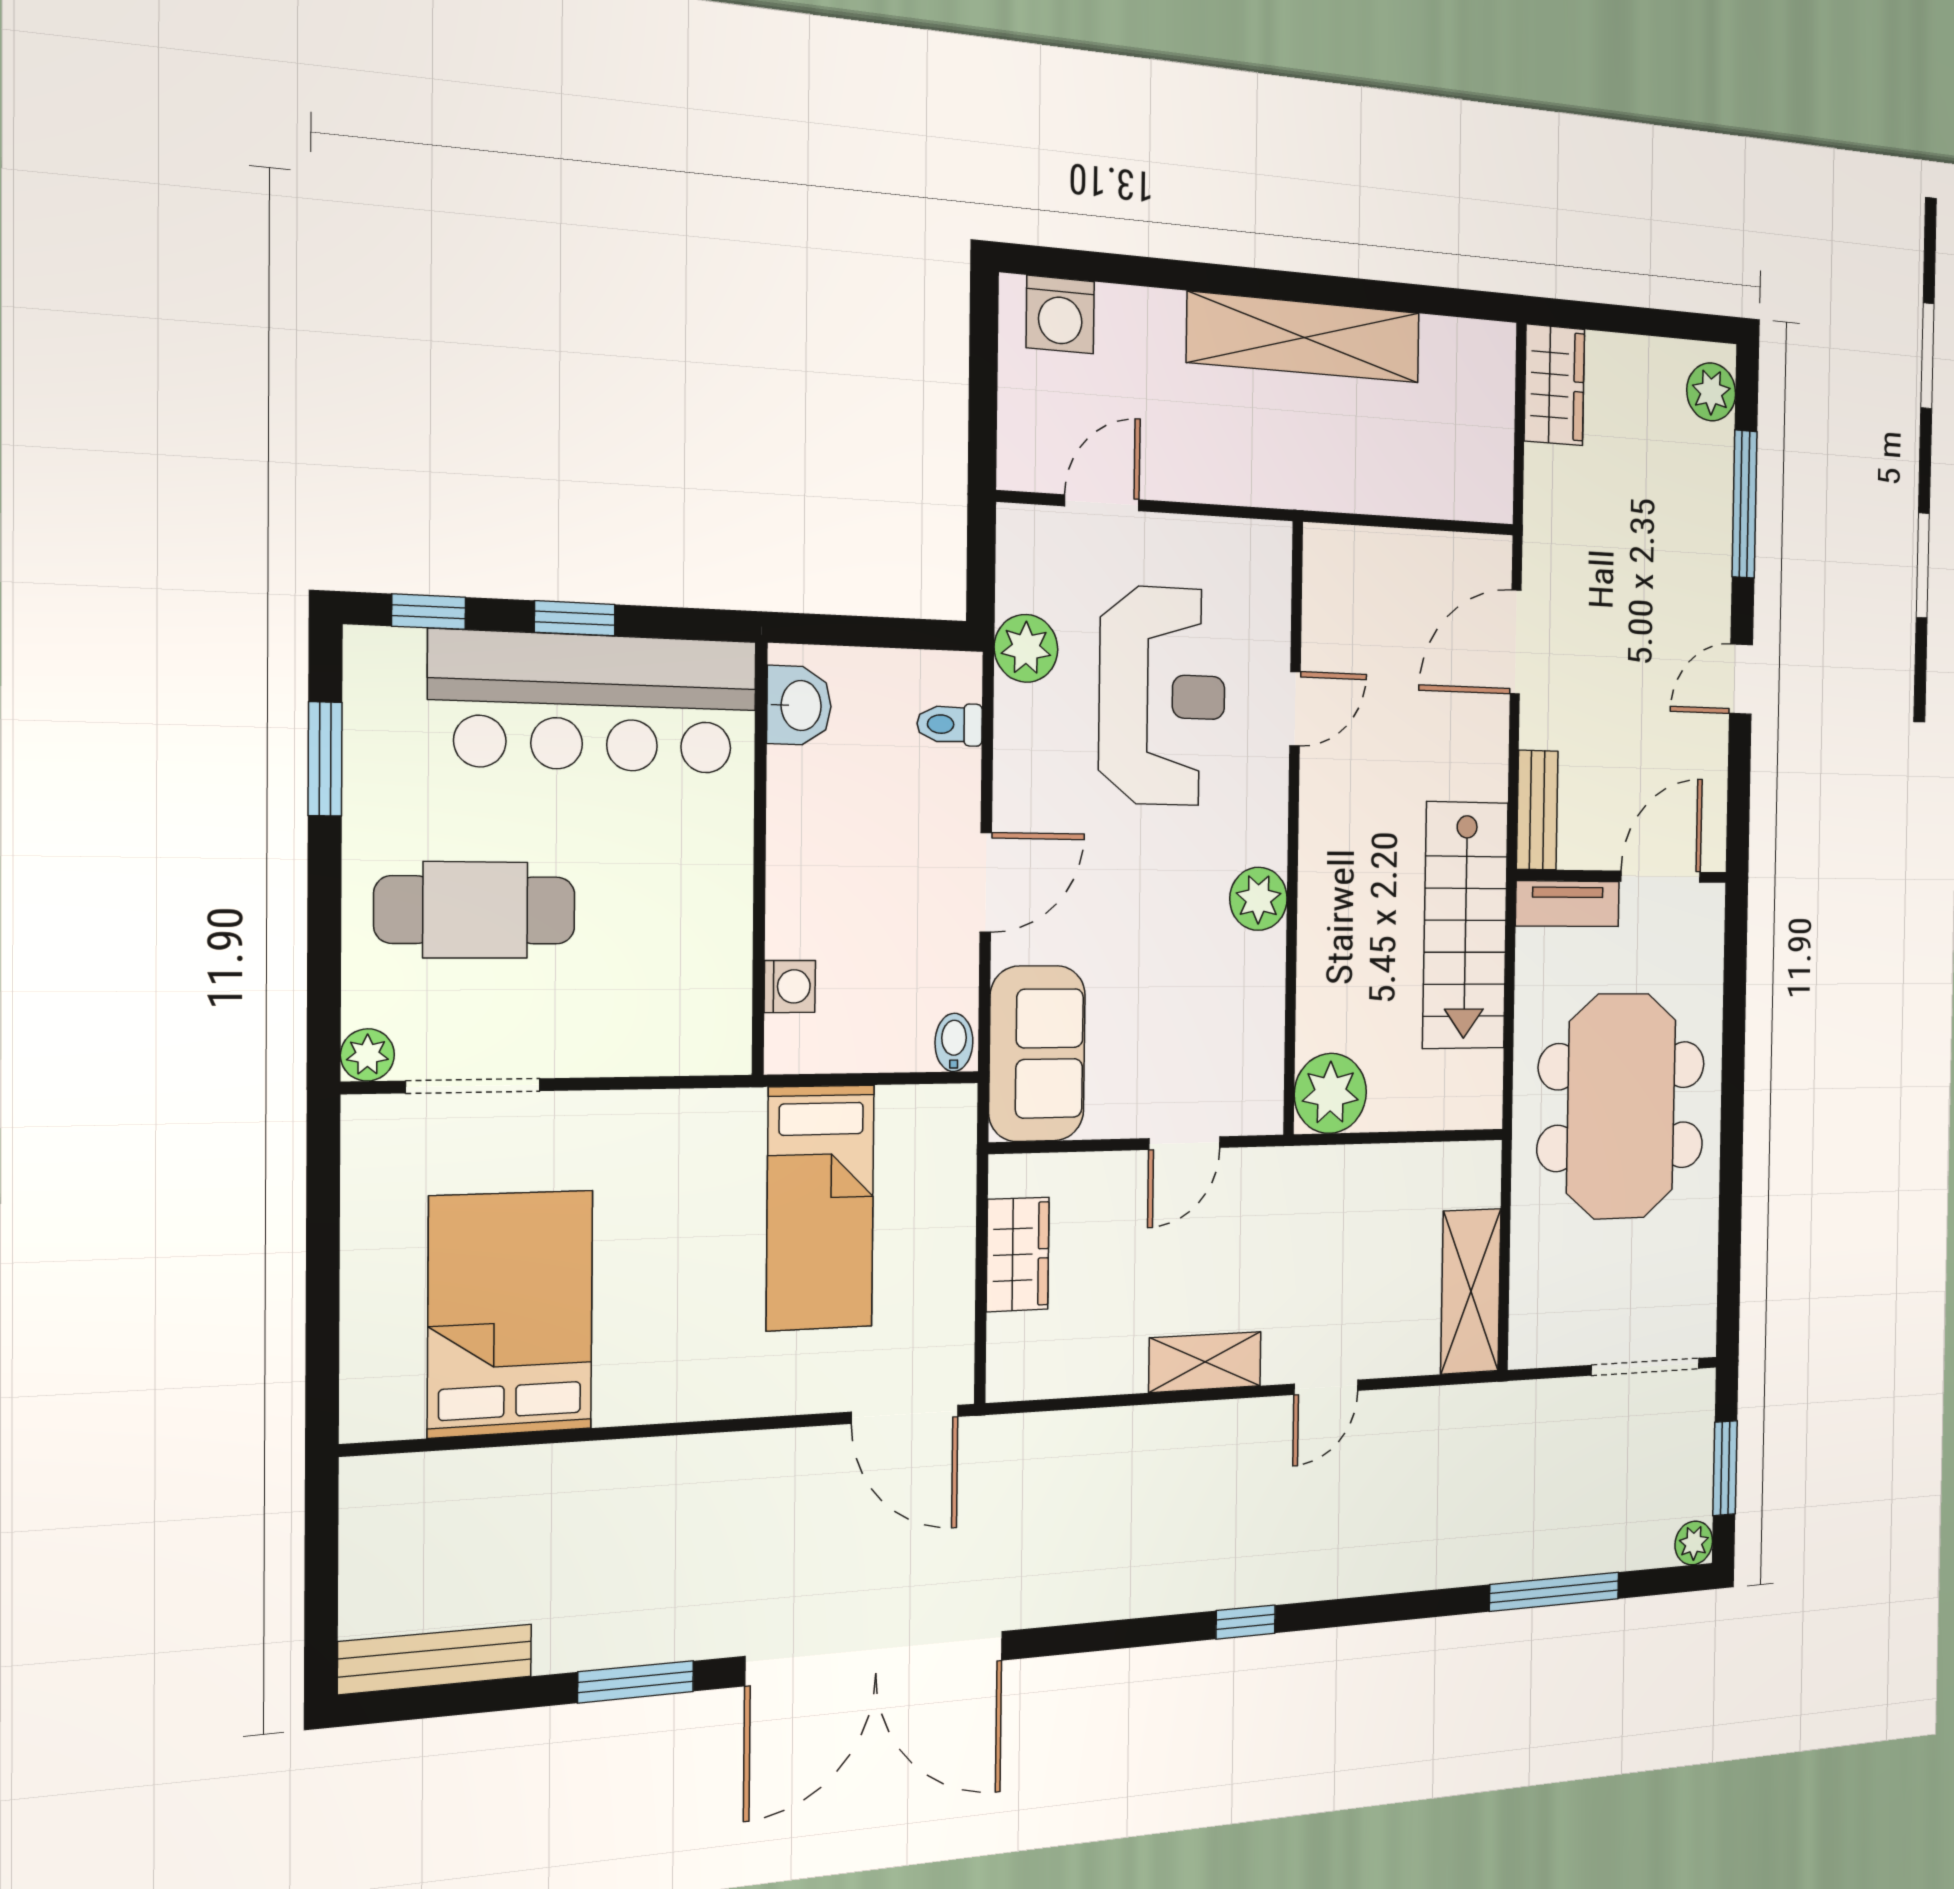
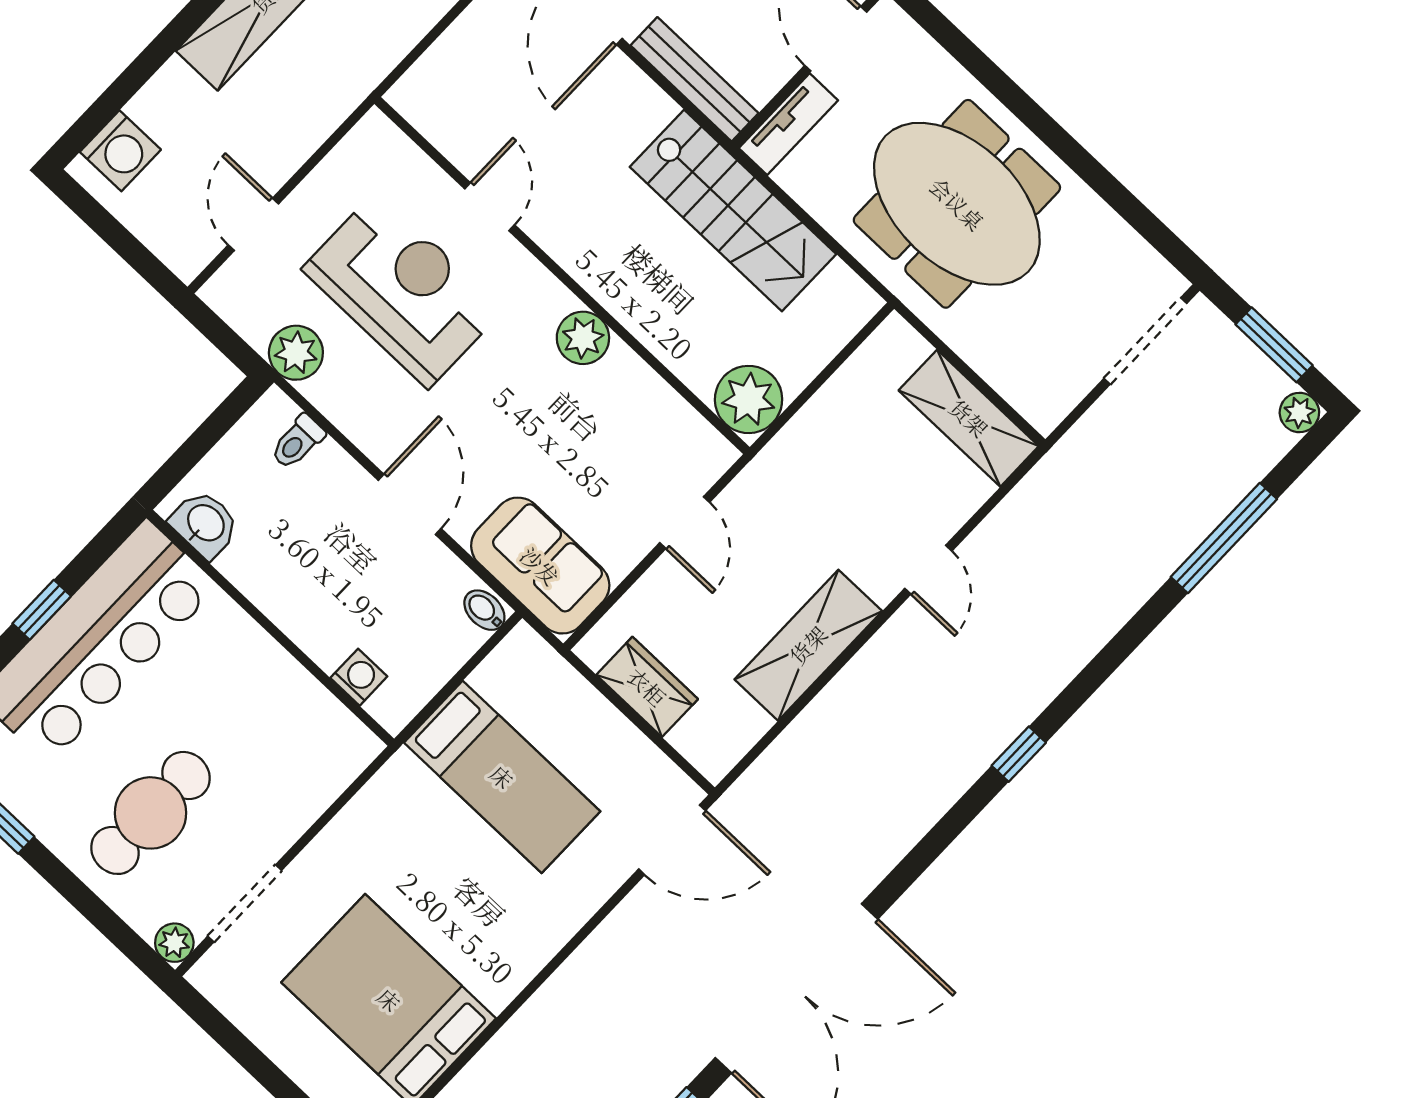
bench: (1537, 810) -> (695, 79), width x1.36
shelving: (1205, 1362) -> (808, 645), width x1.50, depth x1.33

